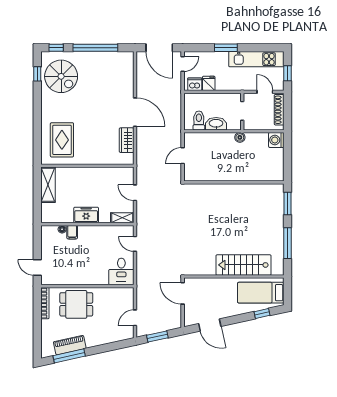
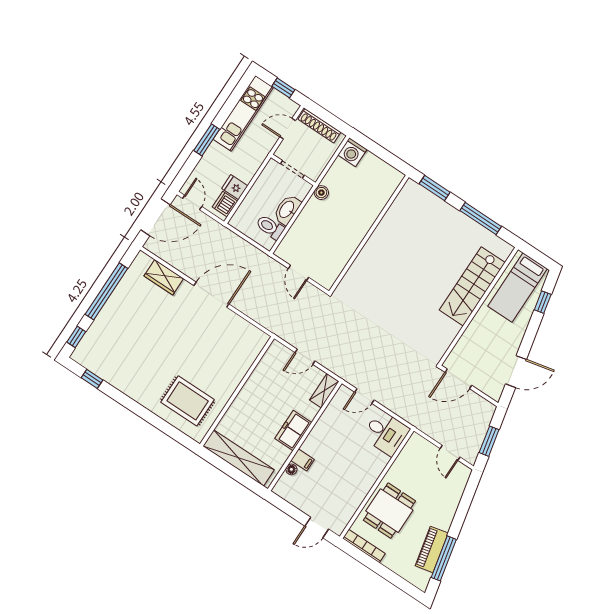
spiral stairs: (61, 76) -> (113, 353), removed
wardrobe: (127, 140) -> (164, 277), moved
shelving: (48, 185) -> (239, 458), width x1.47

